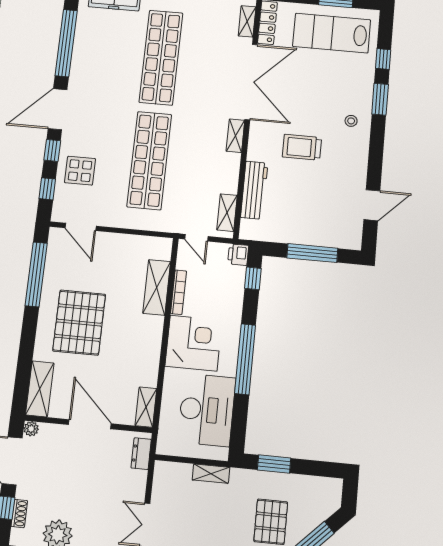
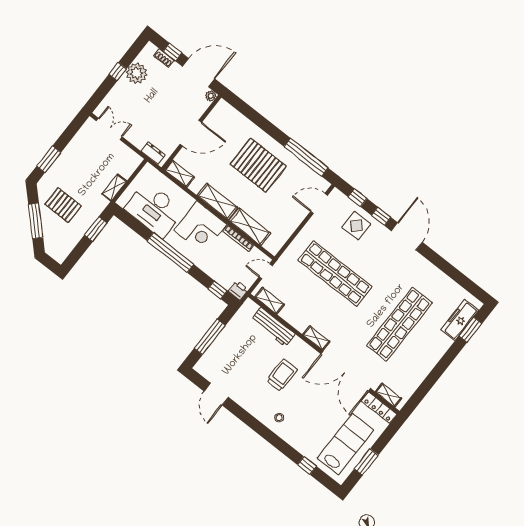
window: (66, 43) -> (449, 269), removed
shop shelf: (161, 57) -> (399, 324), turned 90
window: (380, 99) -> (282, 445), removed
shelving: (40, 389) -> (217, 201), moved

